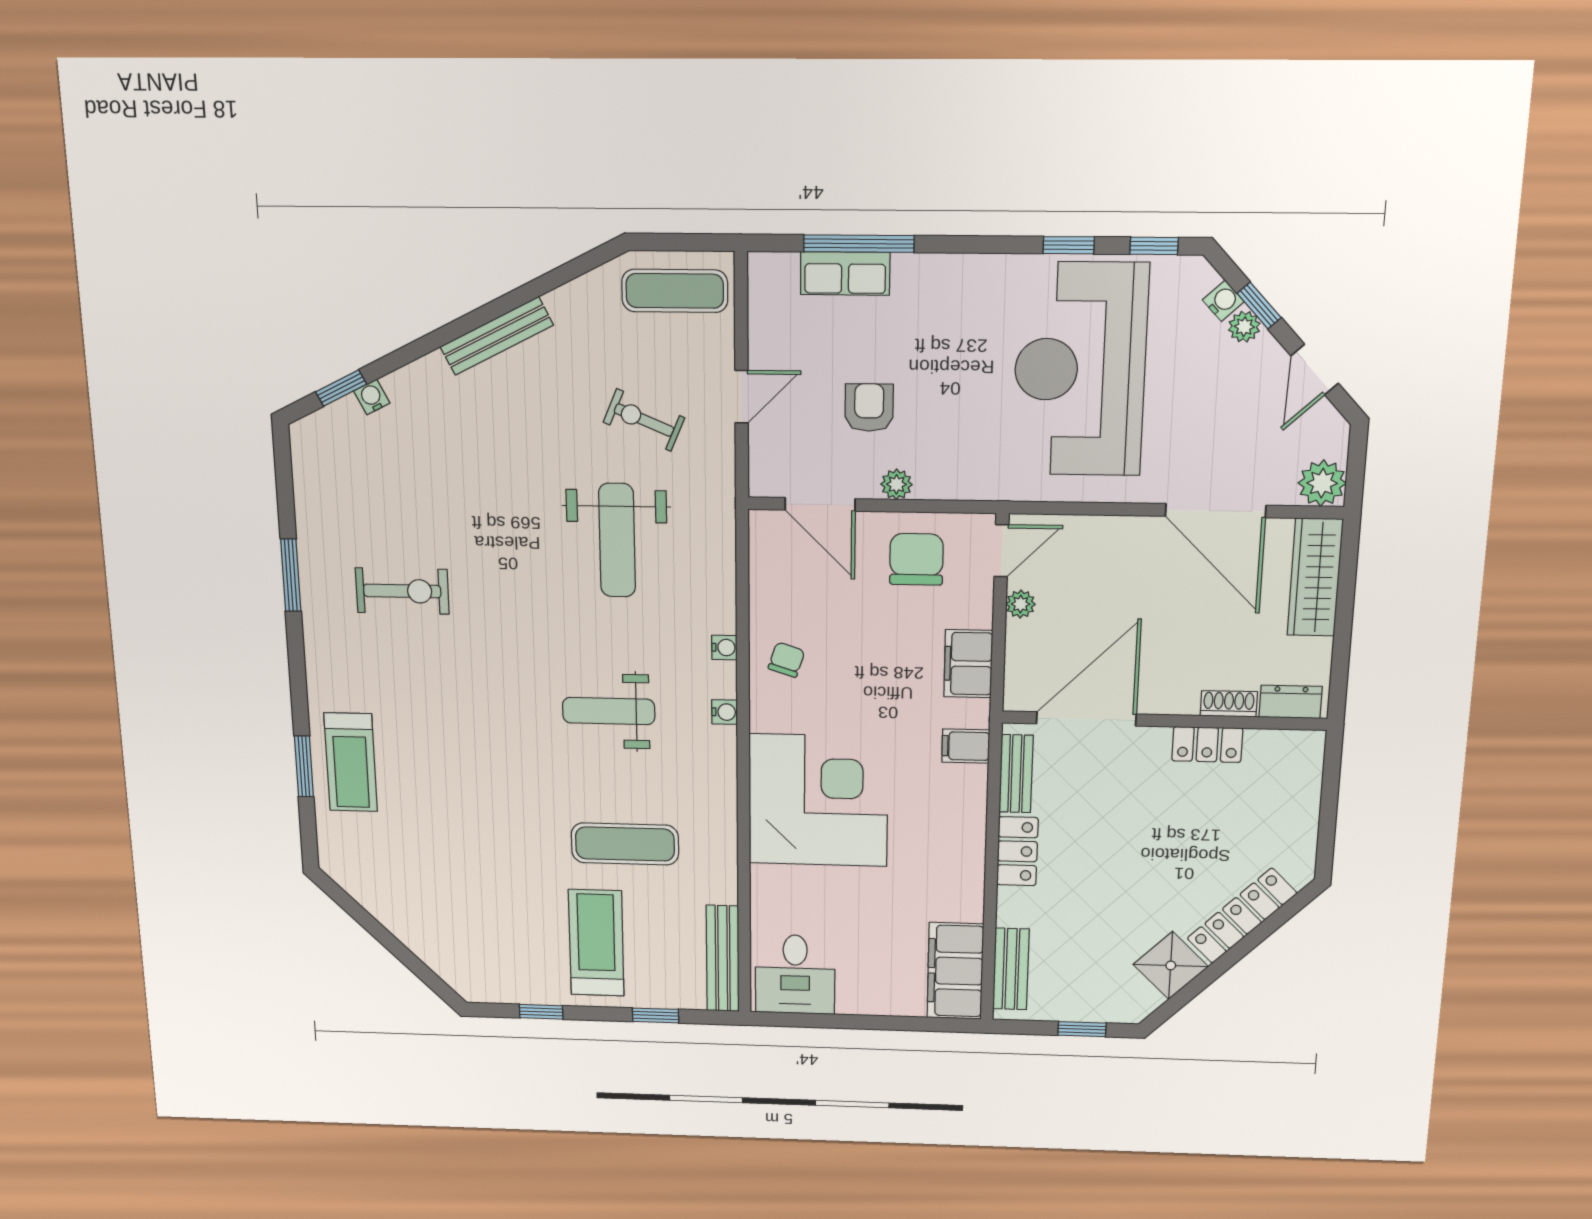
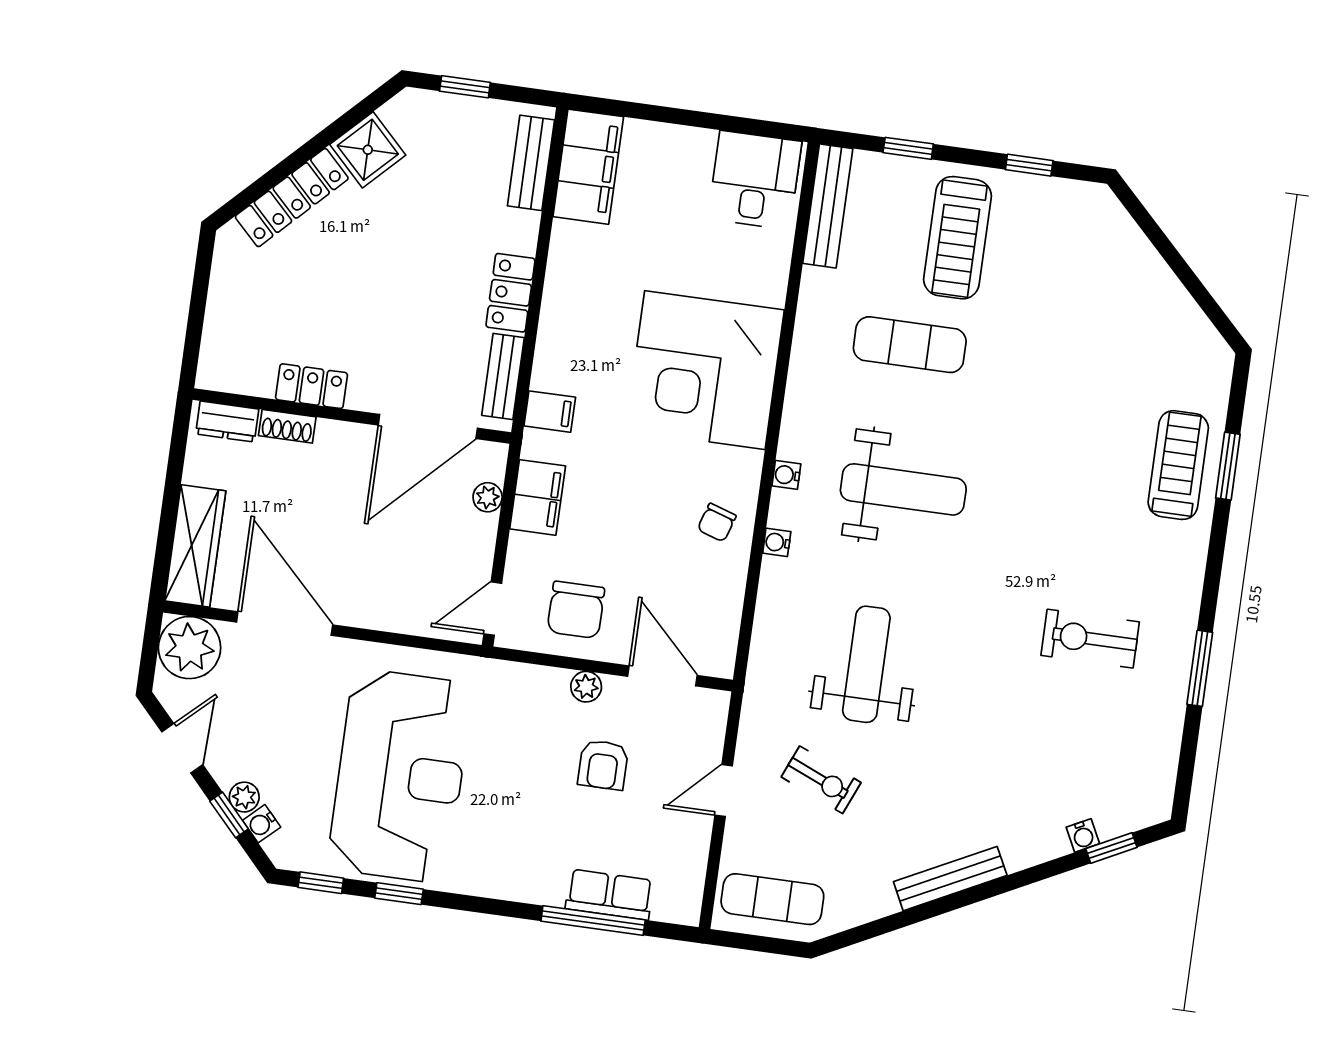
plant: (1322, 483) -> (190, 648), width x1.36, depth x1.36
plant: (1021, 604) -> (488, 497), moved
weight bench: (609, 711) -> (903, 489), width x1.36, depth x1.33

